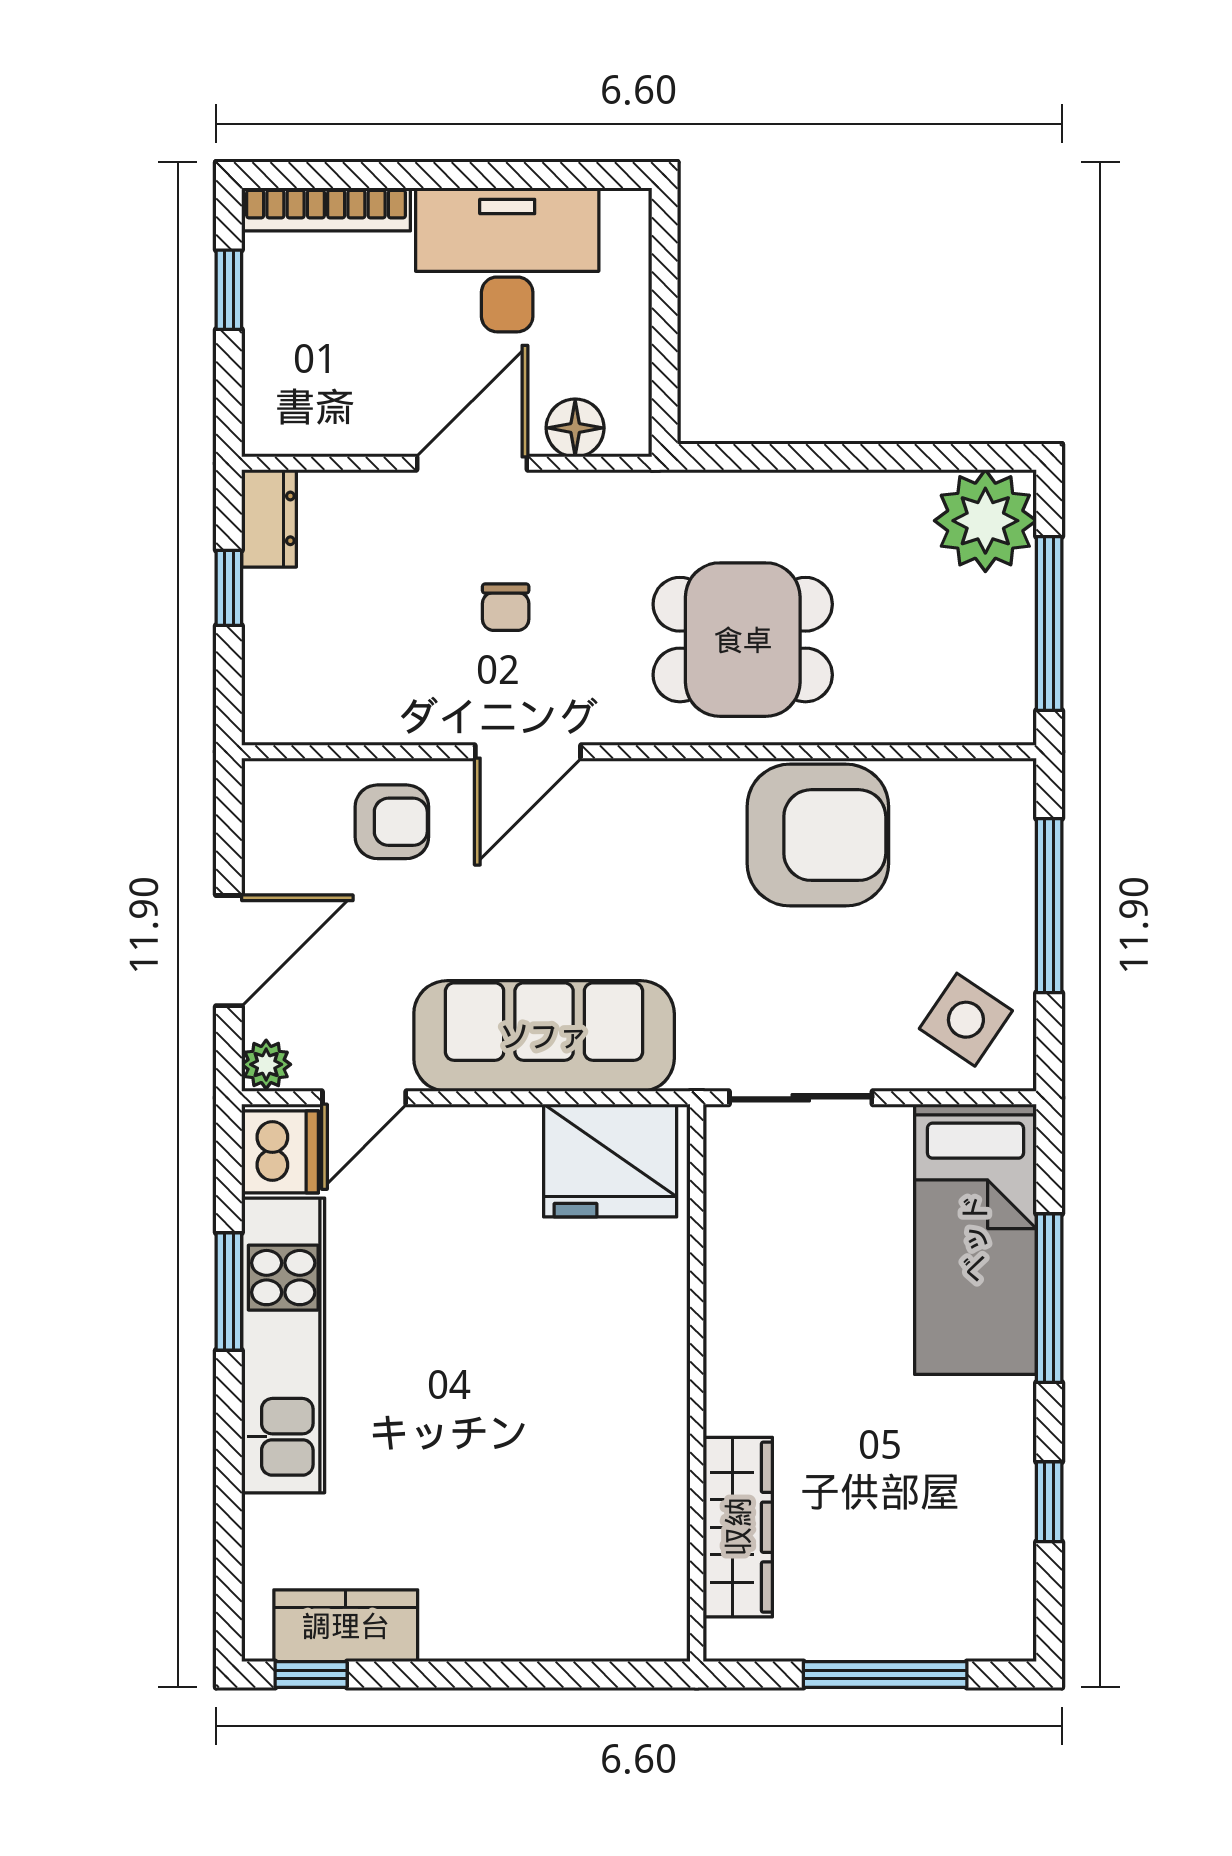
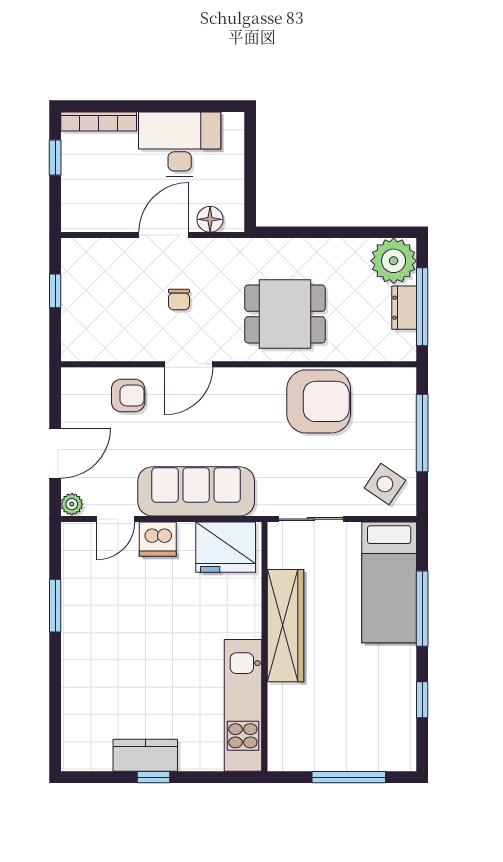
dresser: (269, 518) -> (404, 308), moved, turned 180
dishwasher: (280, 1152) -> (158, 539), moved, turned 90
kitchen unit: (283, 1345) -> (243, 705), moved, turned 180
wardrobe: (738, 1527) -> (285, 626), moved, width x1.40, depth x1.17
kitchen counter: (346, 1626) -> (145, 755), moved
window: (311, 1675) -> (153, 777), moved

